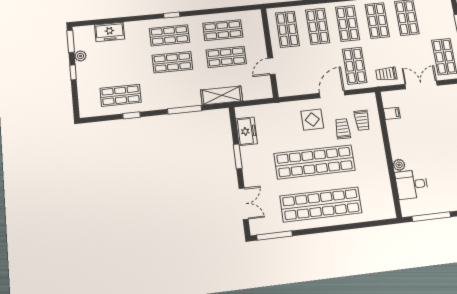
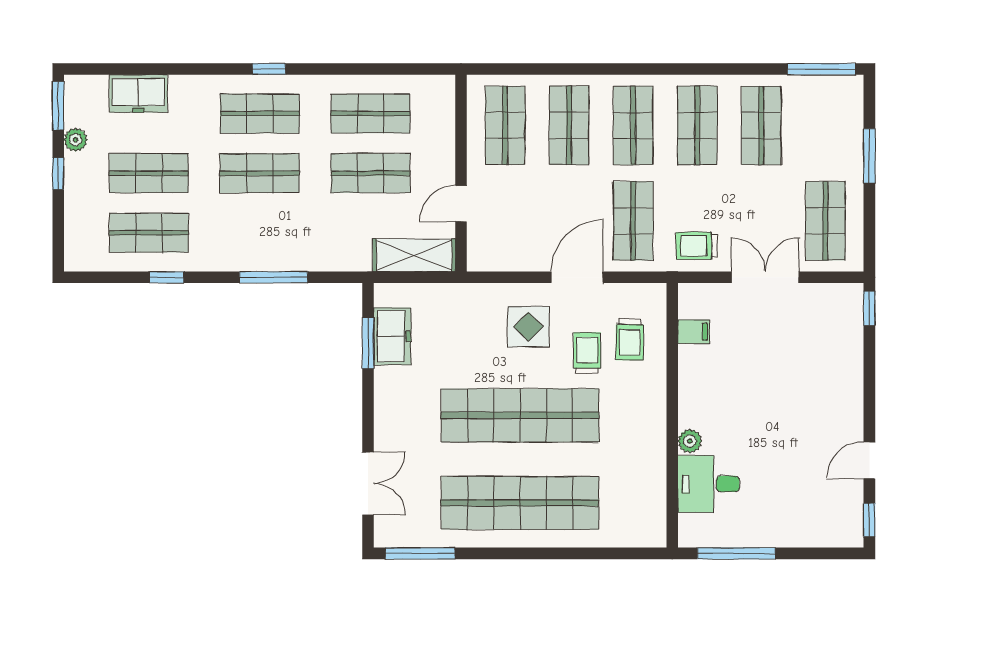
shop shelf: (118, 68) -> (149, 173), added
shelving: (222, 95) -> (414, 255), moved
window: (238, 156) -> (368, 343), moved

